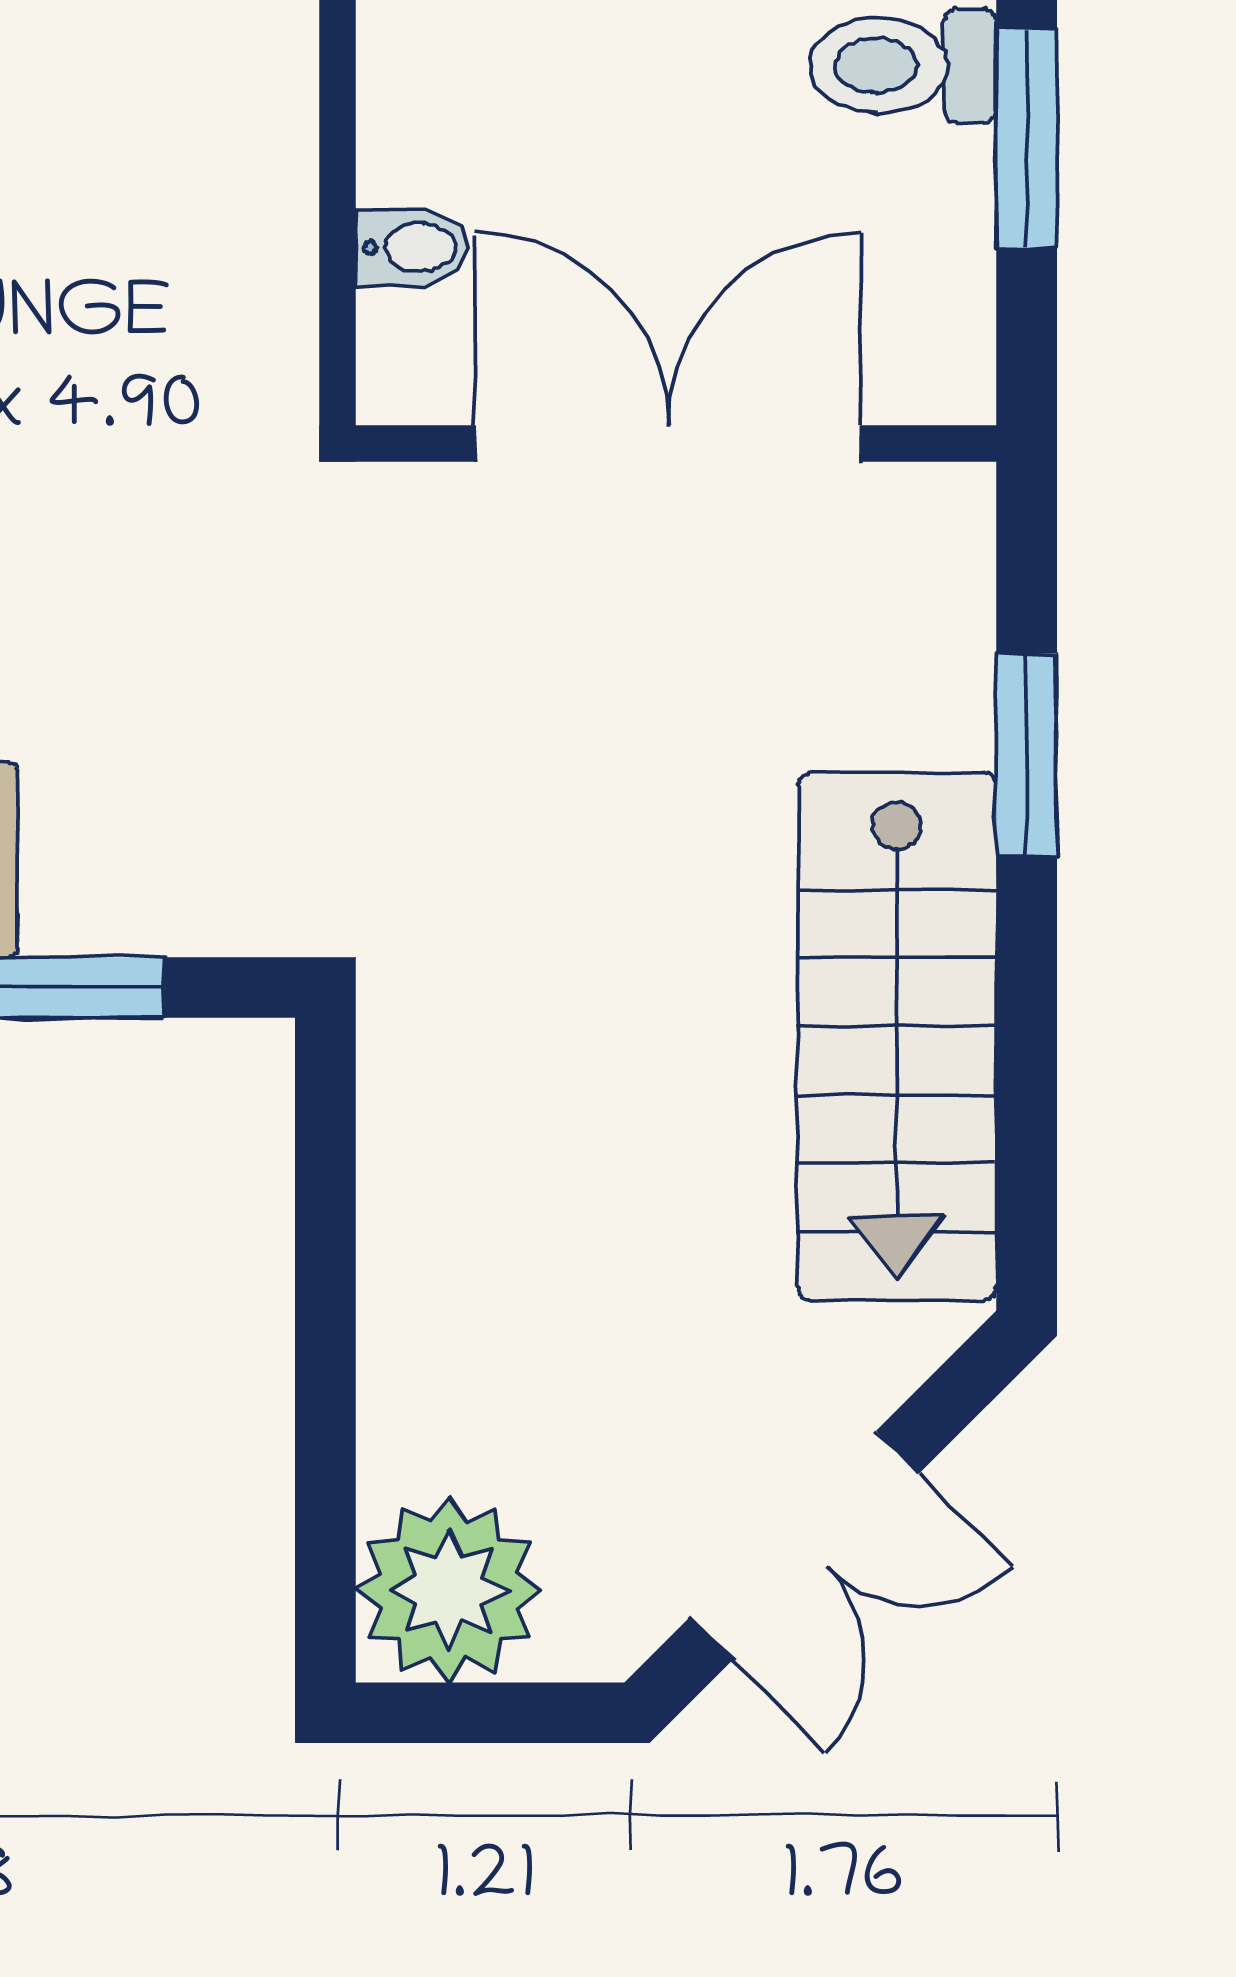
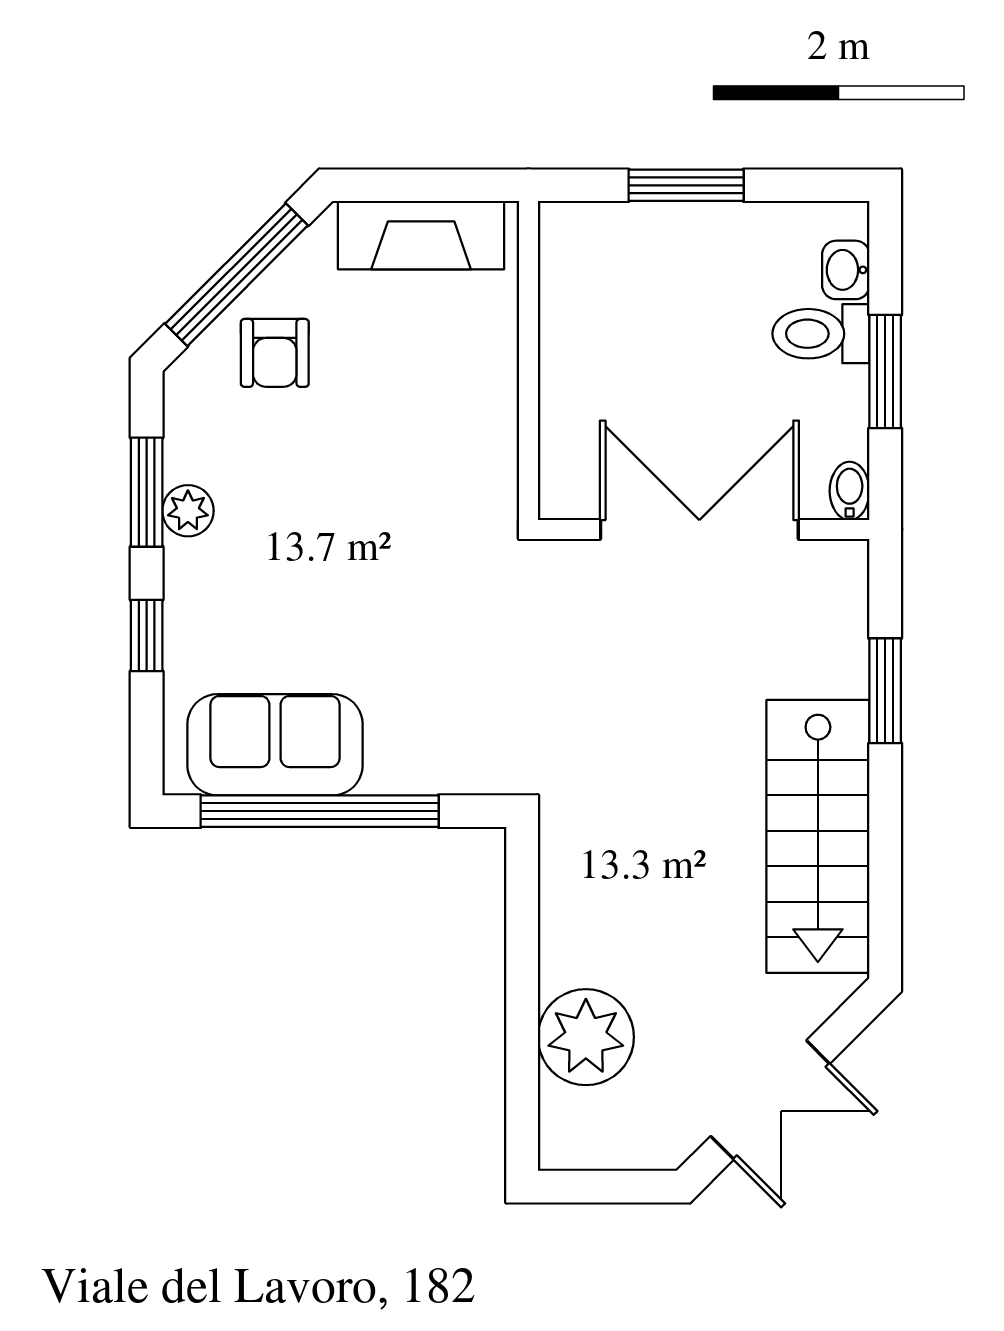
bidet: (412, 247) -> (850, 491), moved, turned -90
plant: (449, 1590) -> (586, 1037), moved

